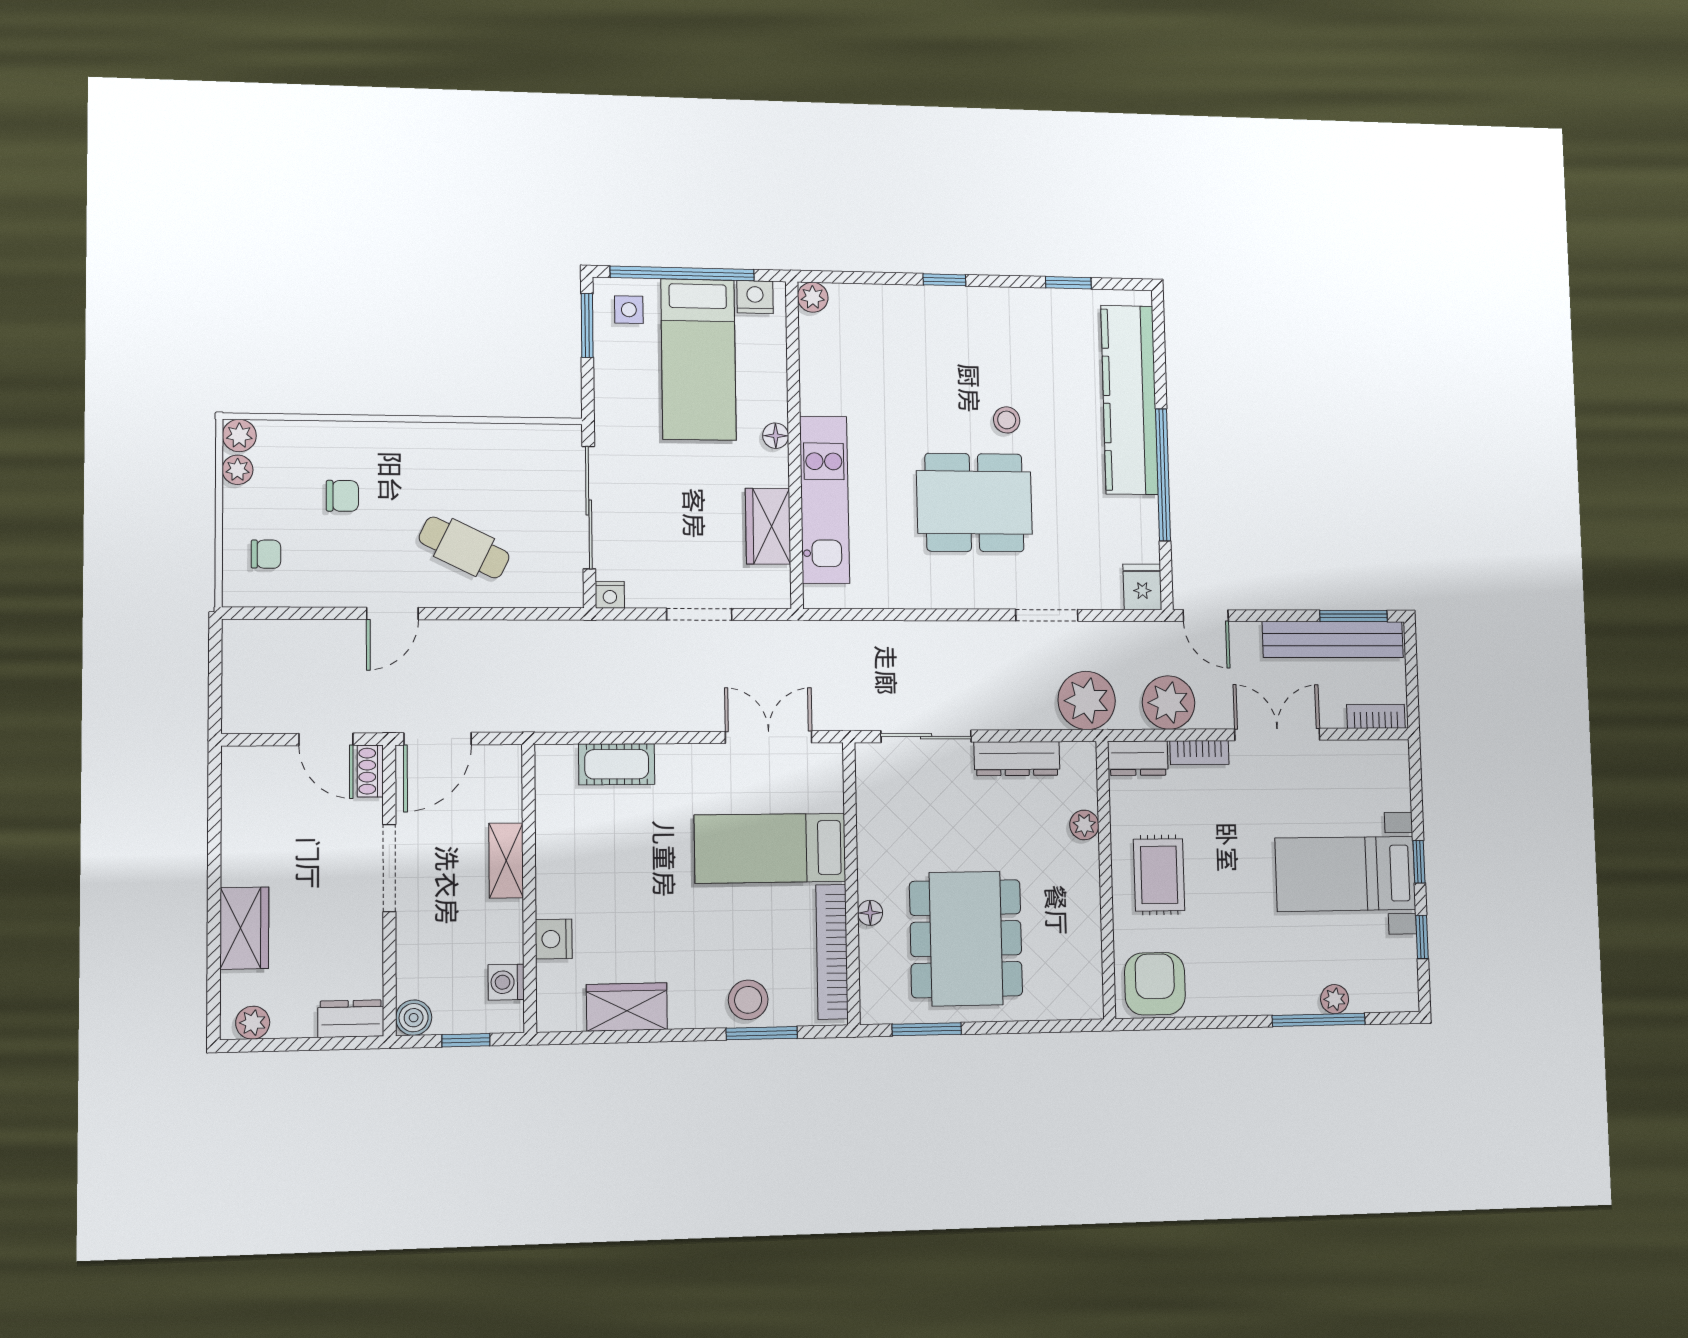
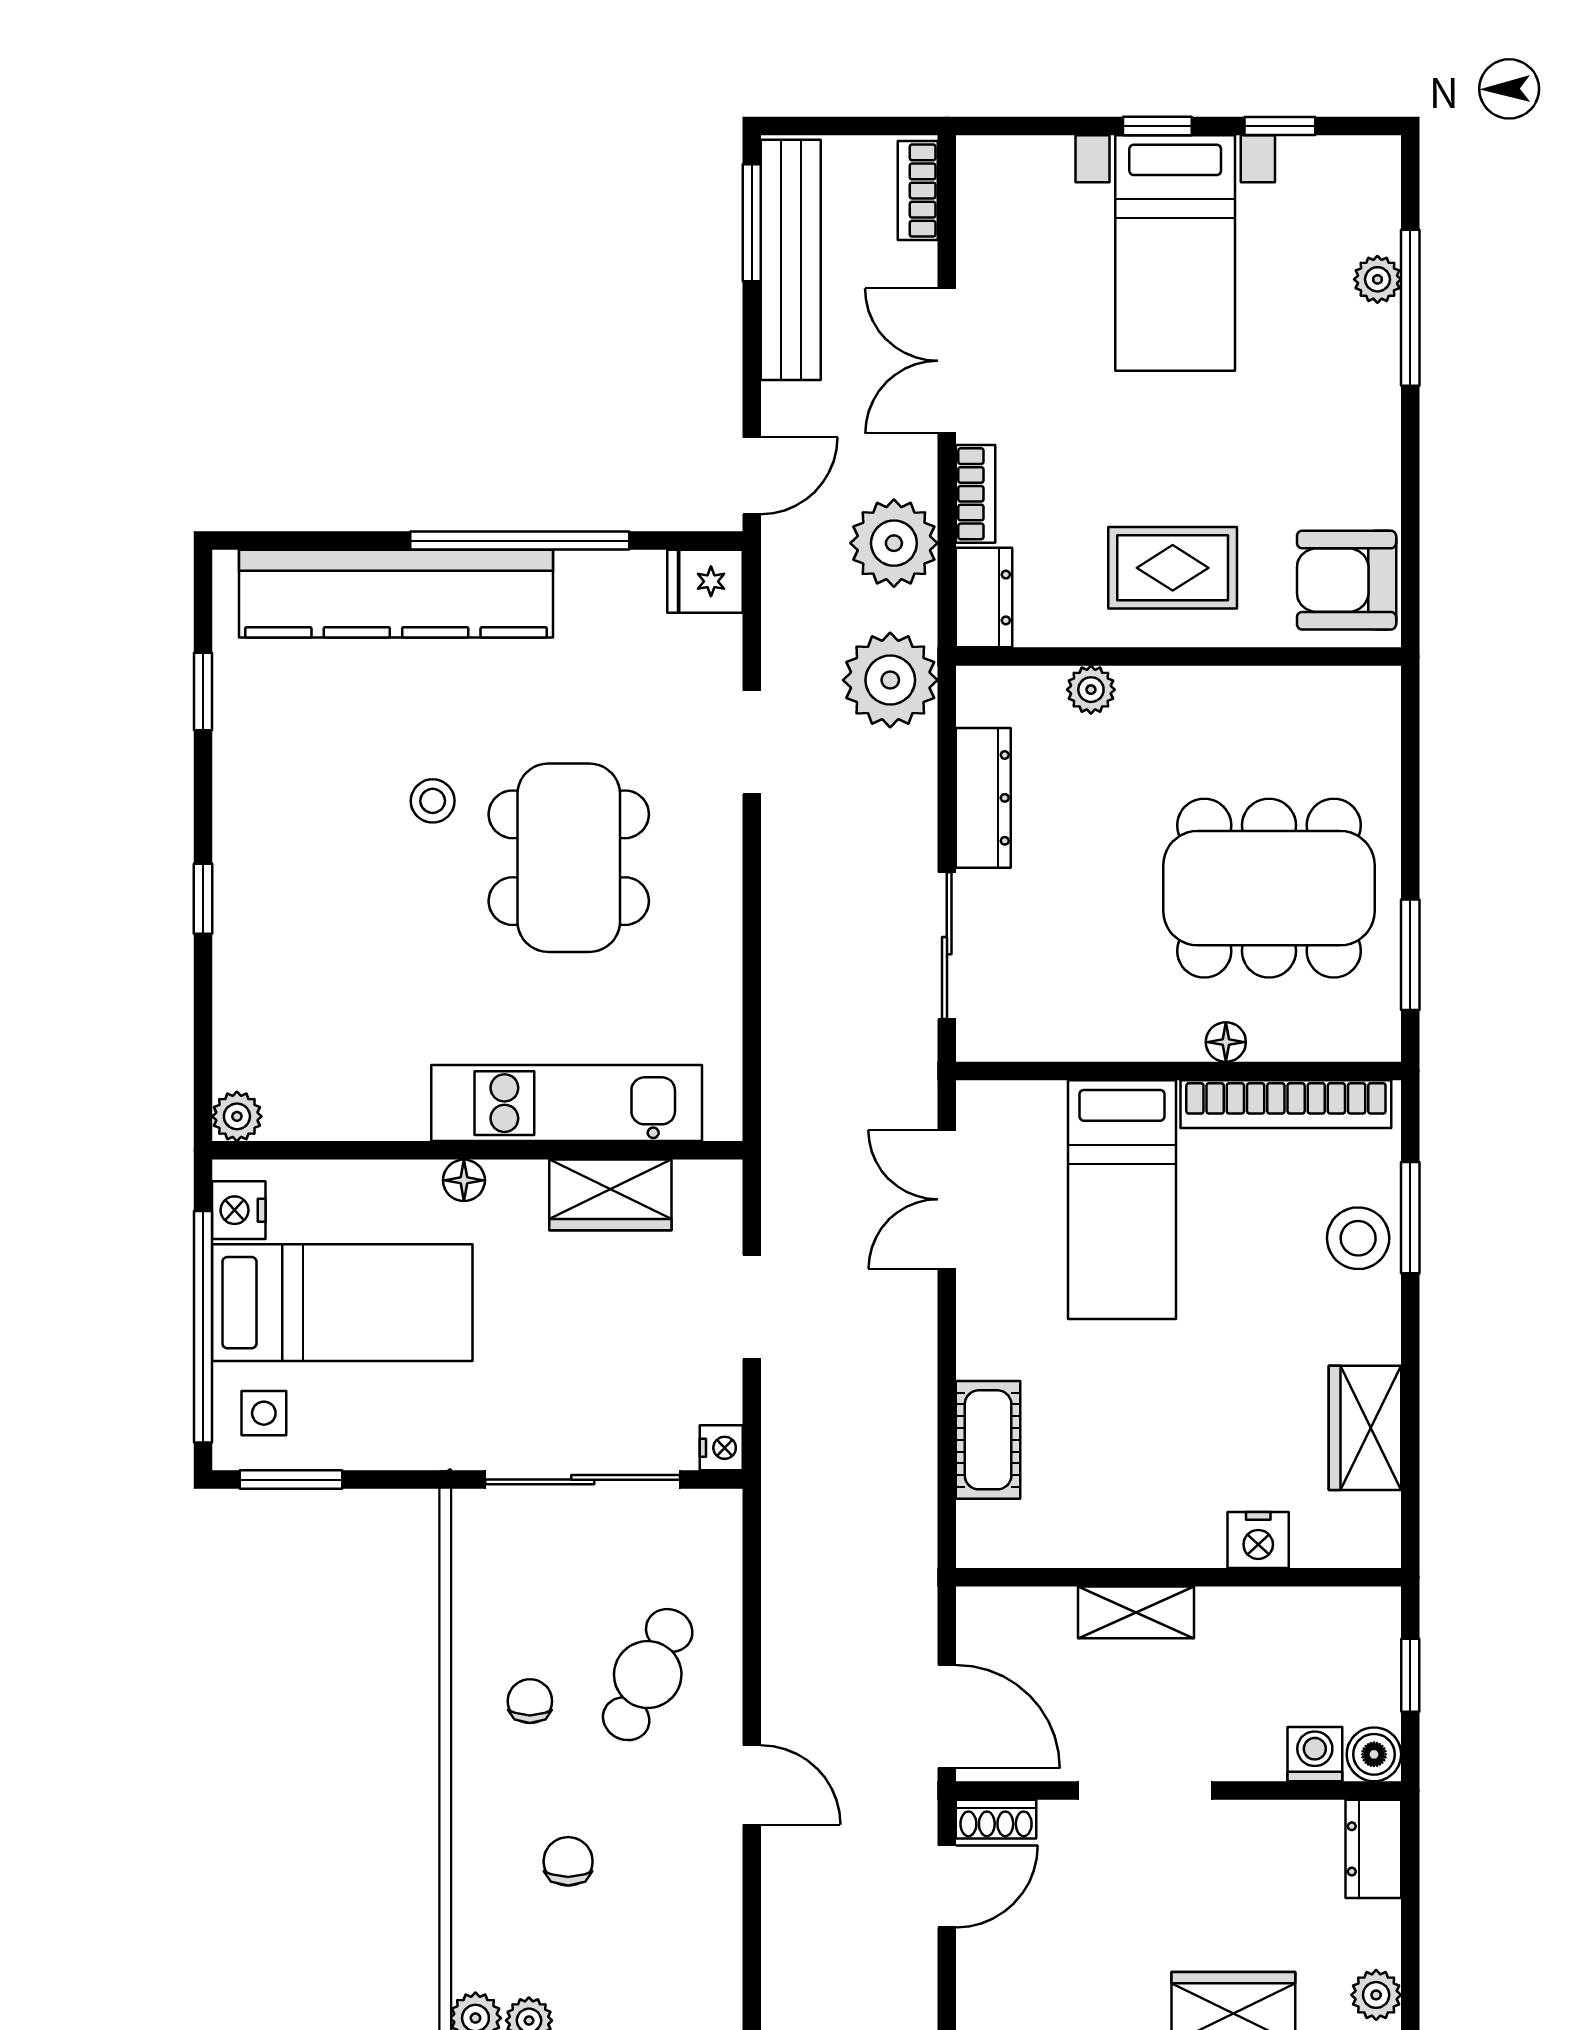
chair: (266, 554) -> (530, 1701), moved
washing machine: (506, 982) -> (1315, 1754), moved, turned 180

